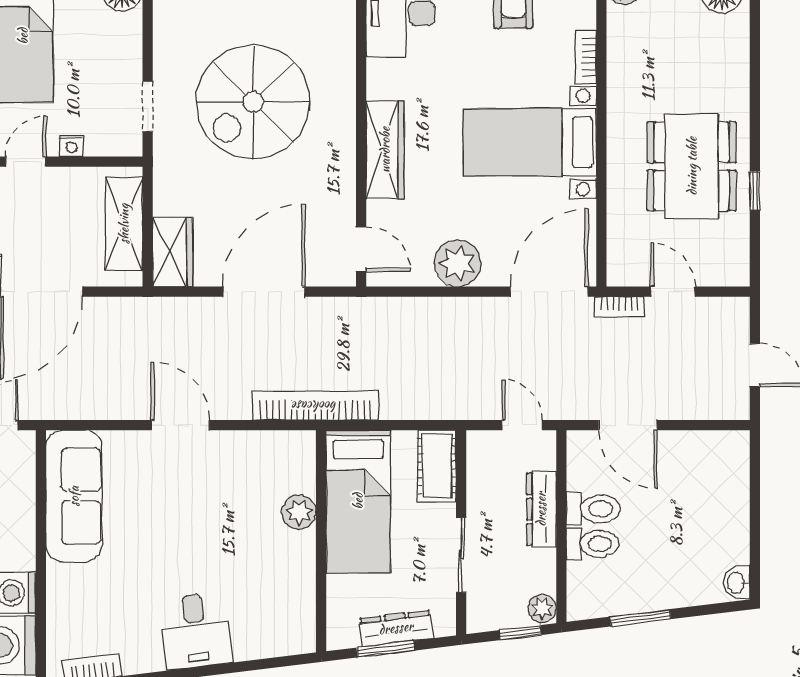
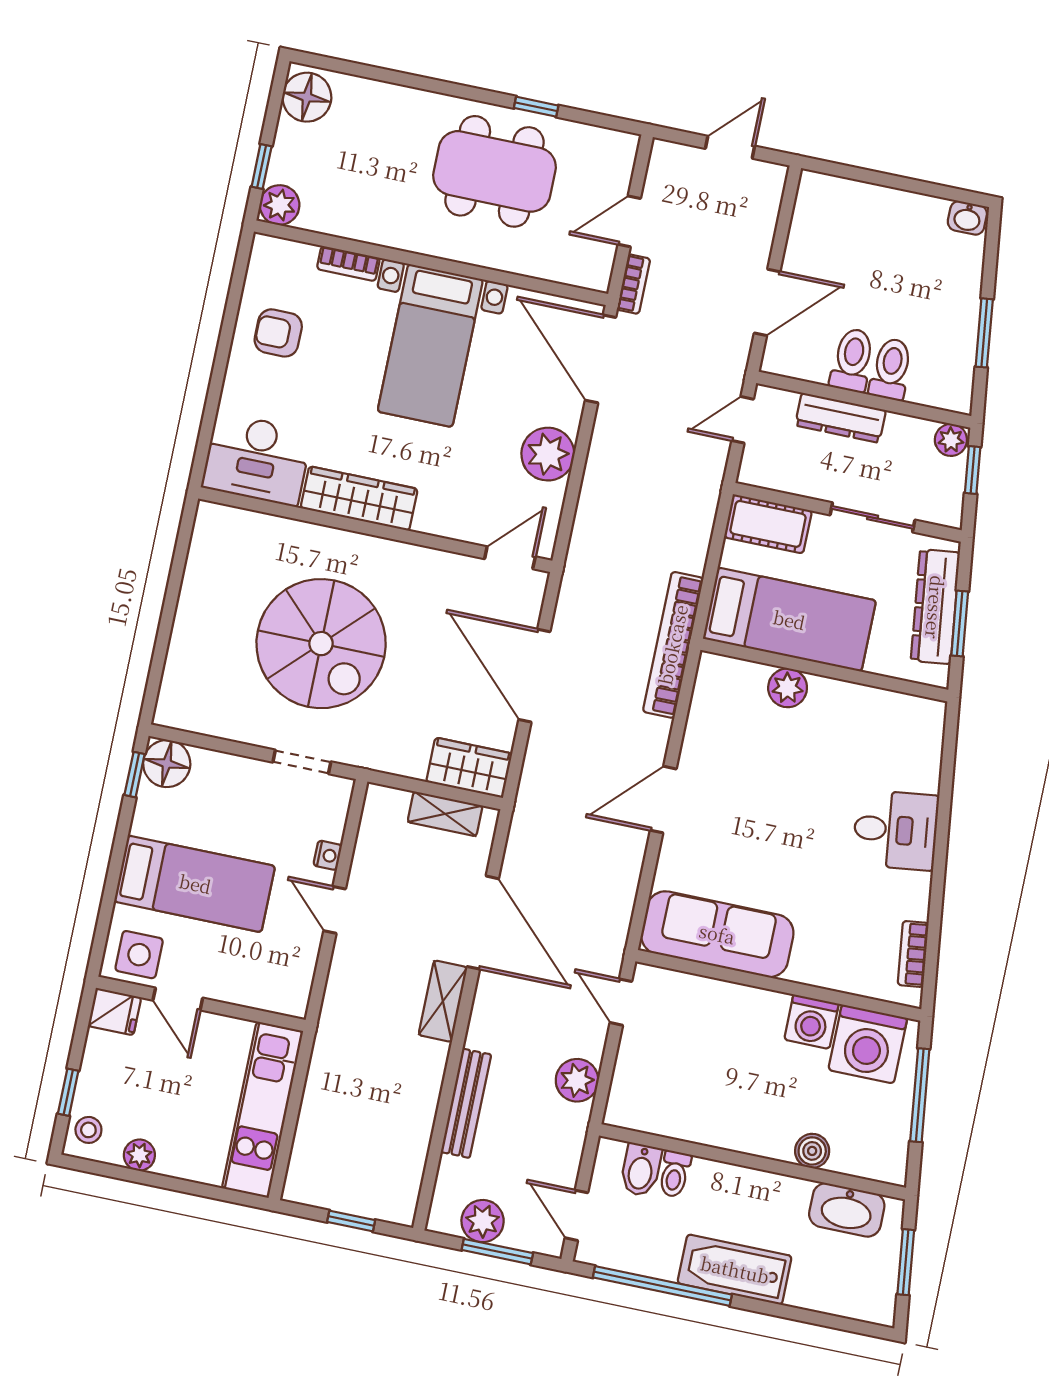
wardrobe: (385, 150) -> (359, 499), moved
shelving: (124, 224) -> (445, 814), width x0.67, depth x0.75
dresser: (396, 628) -> (935, 607), width x1.37, depth x1.24

